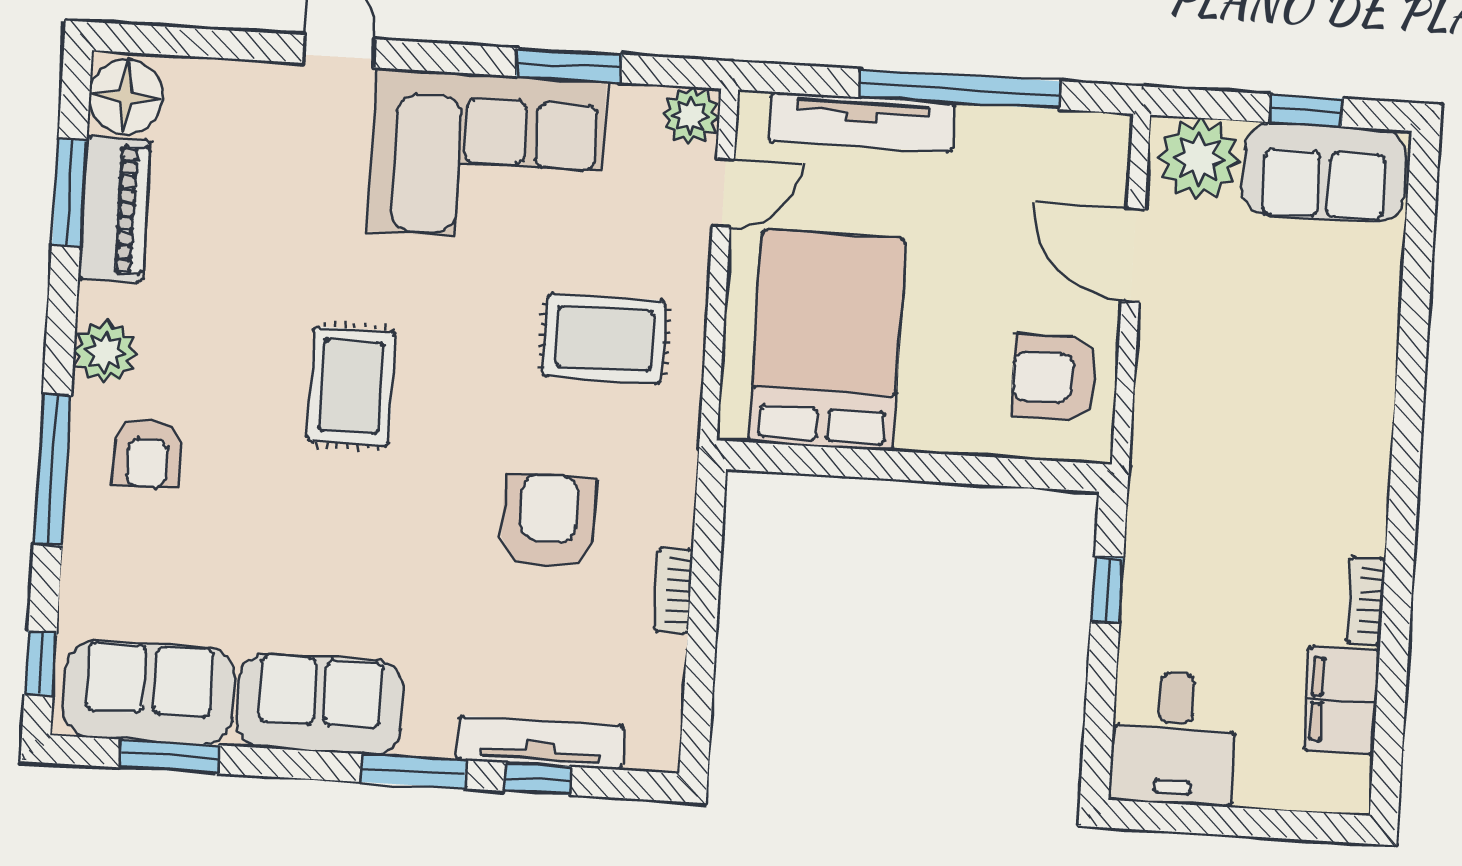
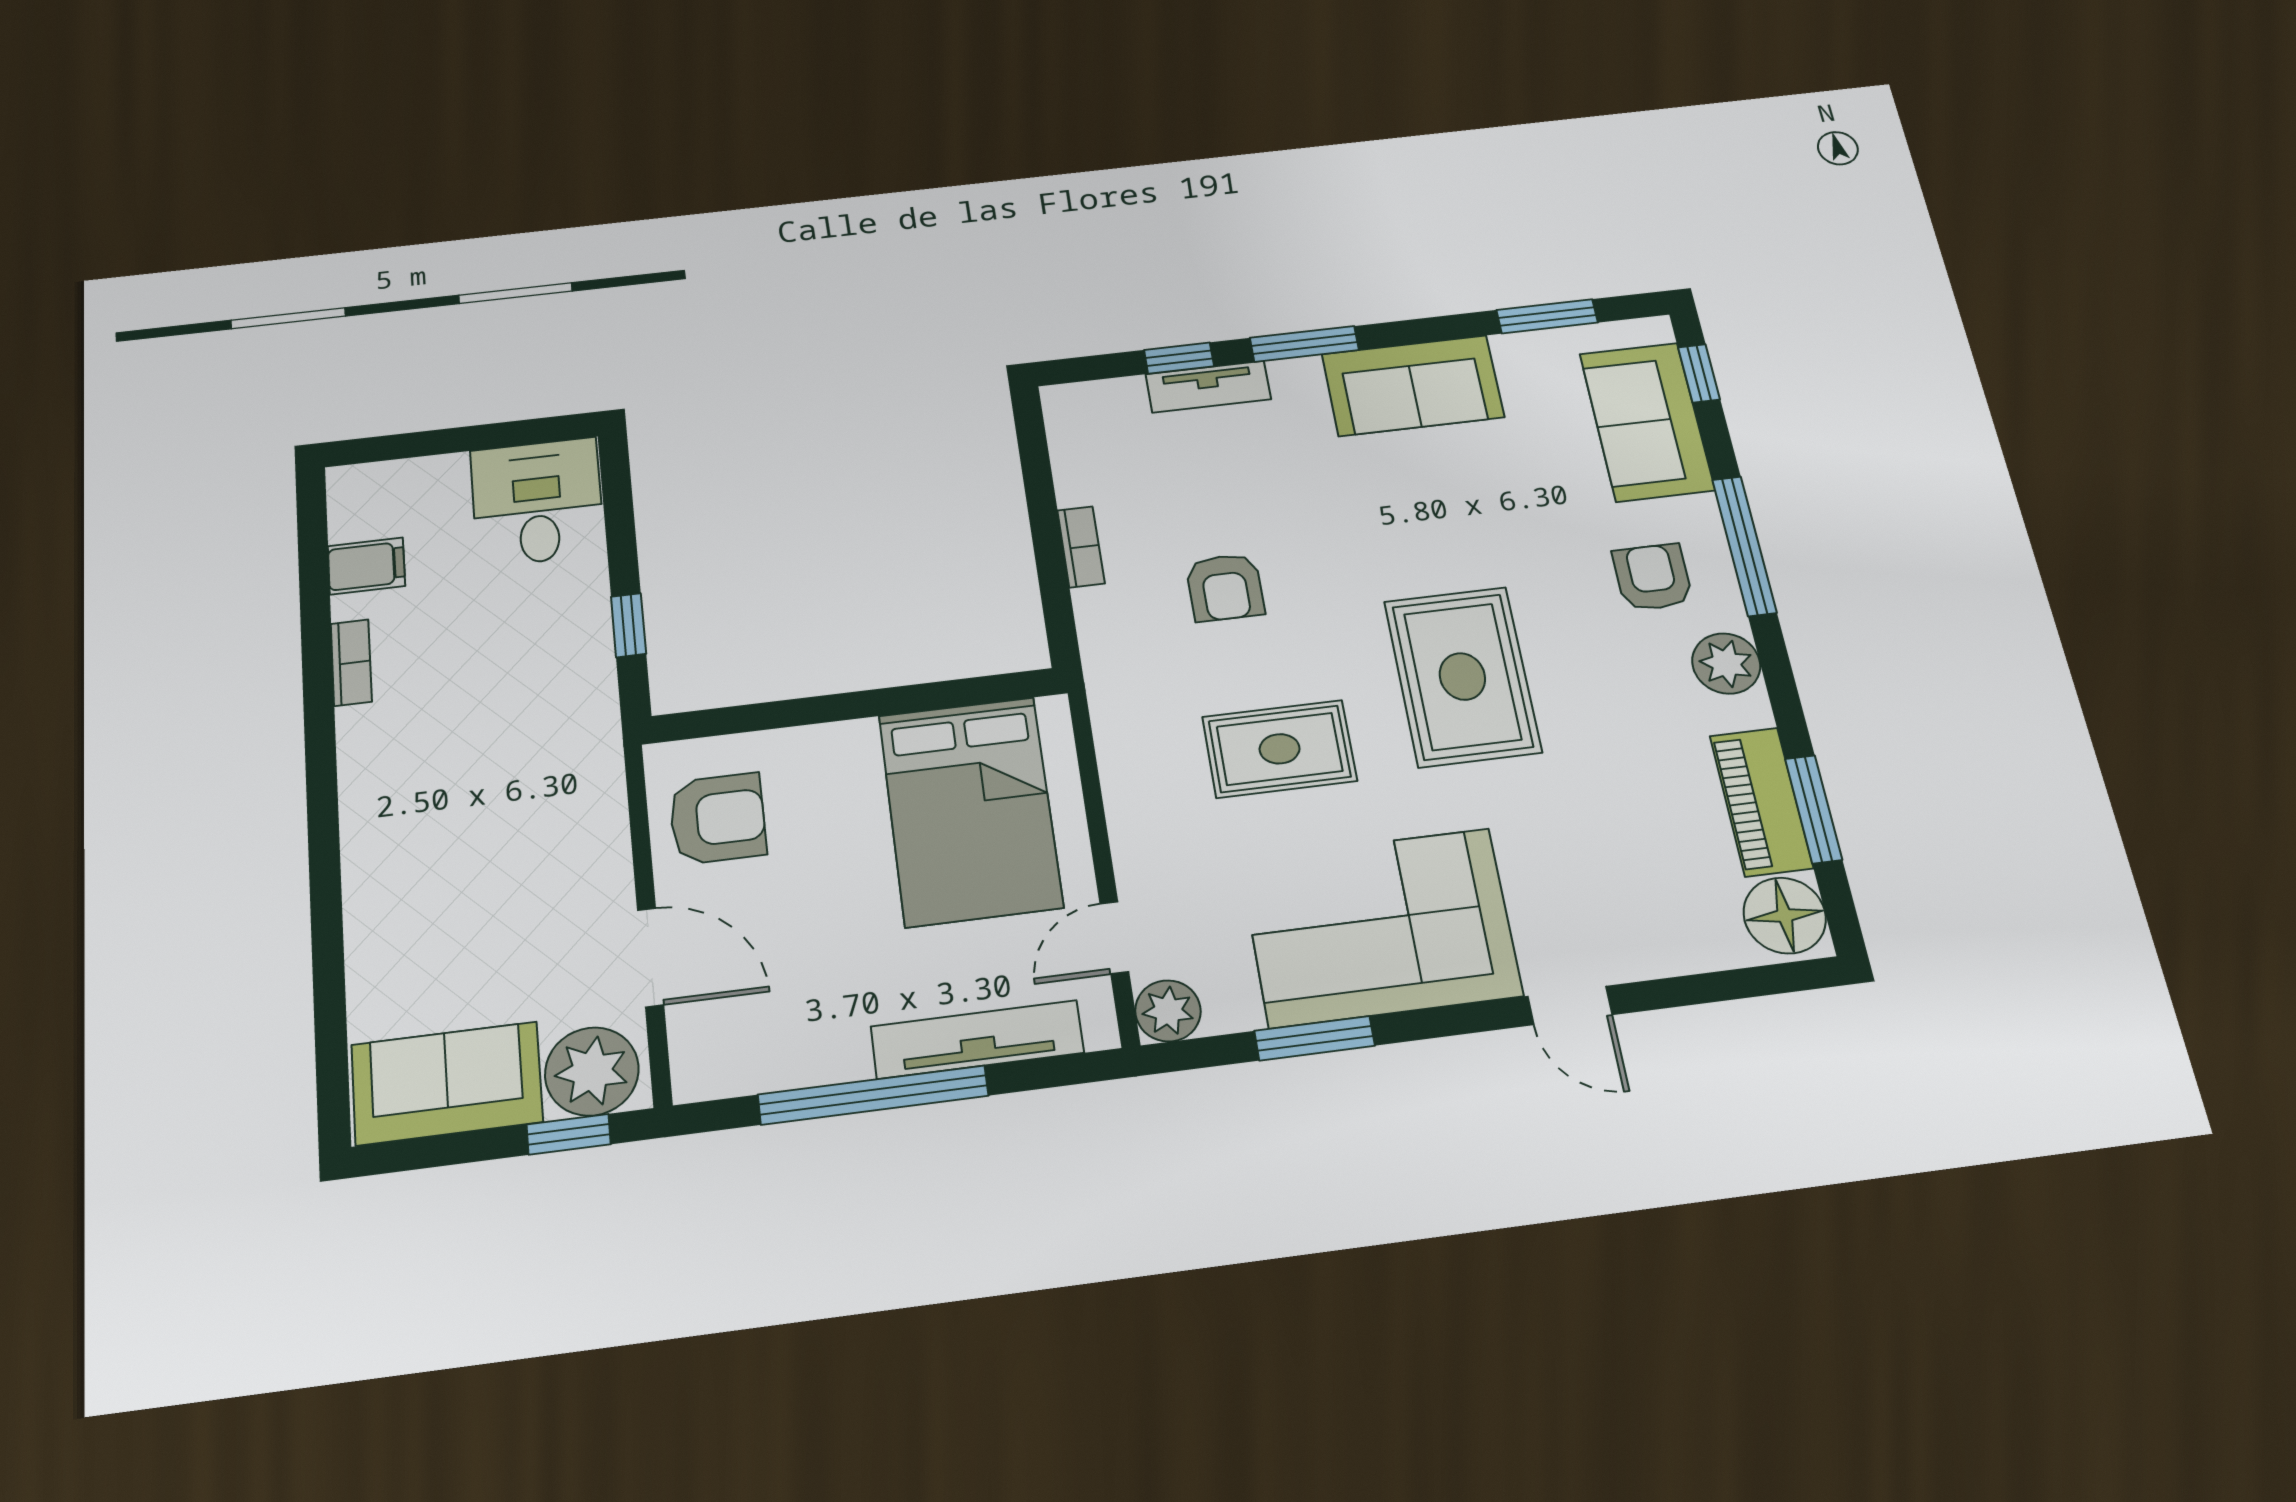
window: (1306, 110) -> (569, 1134), moved
rug: (604, 338) -> (1280, 749), moved
rug: (351, 386) -> (1462, 677), width x1.36, depth x1.43
armchair: (549, 521) -> (1225, 587), width x0.72, depth x0.72
sofa: (149, 692) -> (1647, 422), moved, turned 90
filing cabinet: (1342, 700) -> (366, 566), width x0.50
tv unit: (540, 743) -> (1208, 387), width x0.71

